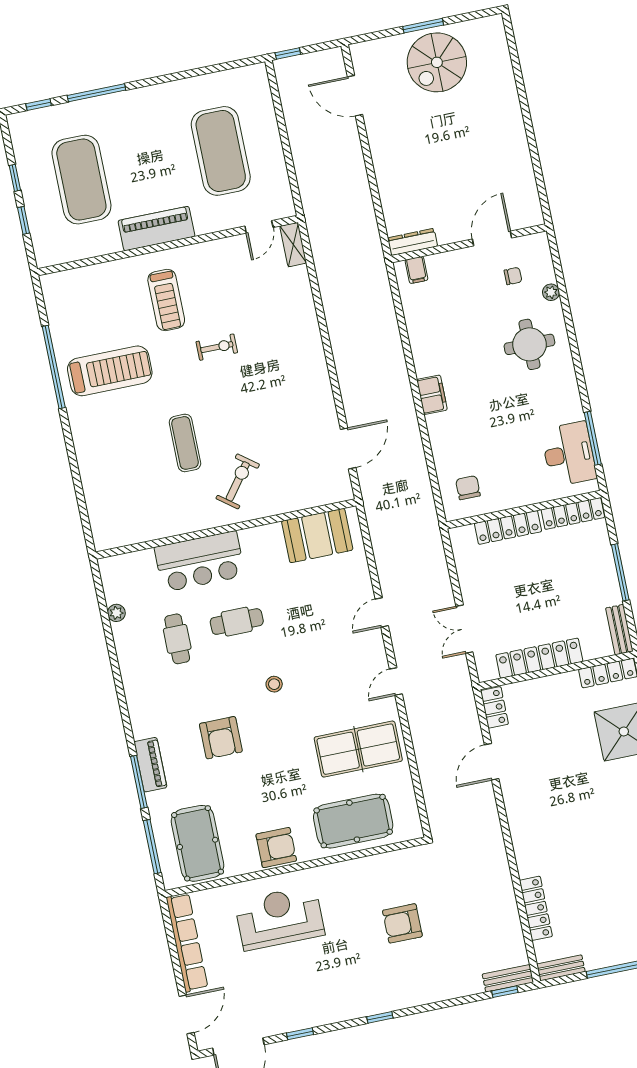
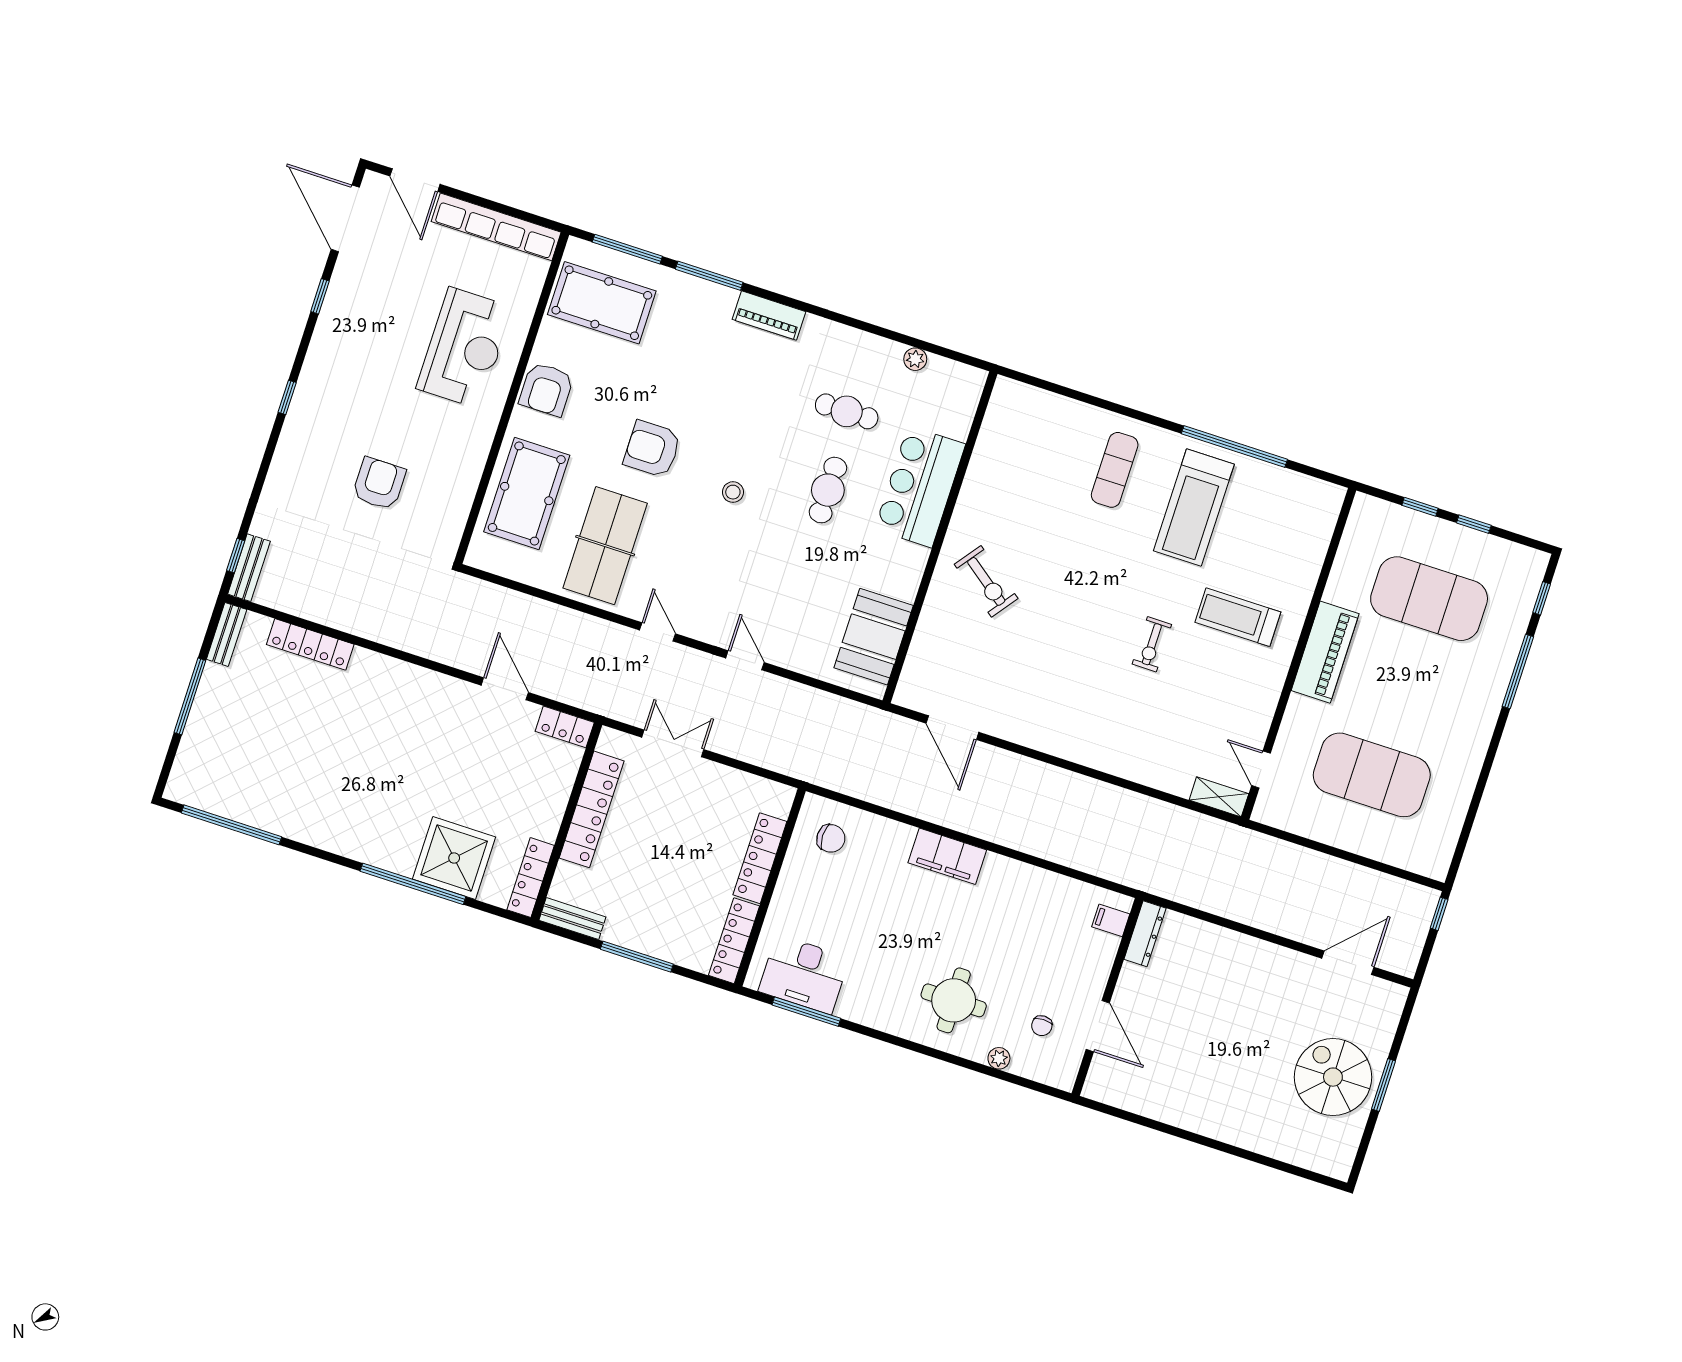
filing cabinet: (432, 395) -> (947, 856), width x1.50, depth x1.17
exercise mat: (185, 443) -> (1115, 470), moved, turned 90
armchair: (221, 738) -> (652, 449), moved
piano: (150, 765) -> (769, 316), moved

